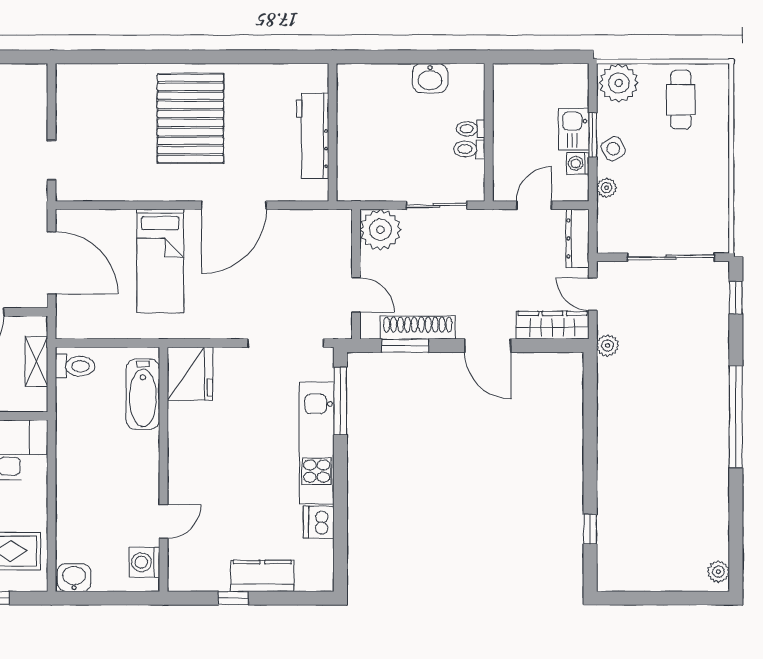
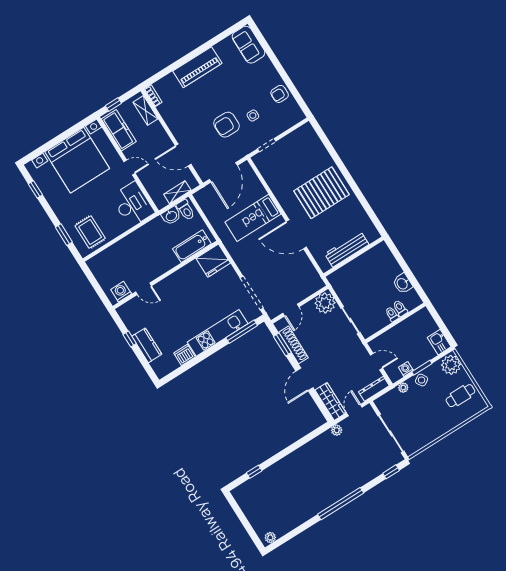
kitchen sink: (574, 129) -> (439, 342), moved, turned -90
toilet: (469, 149) -> (400, 308), moved
washbasin: (74, 578) -> (171, 216), moved, turned 90

